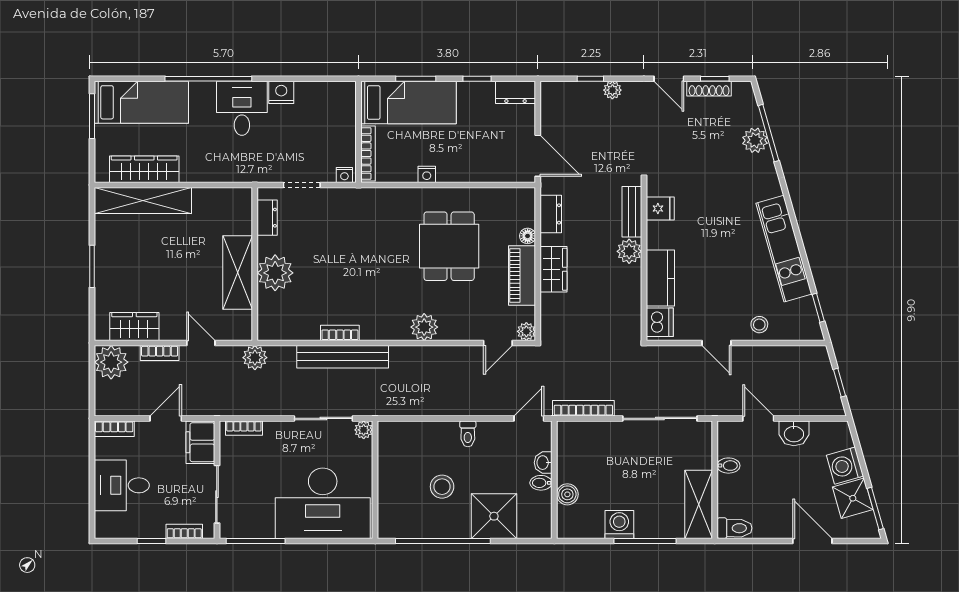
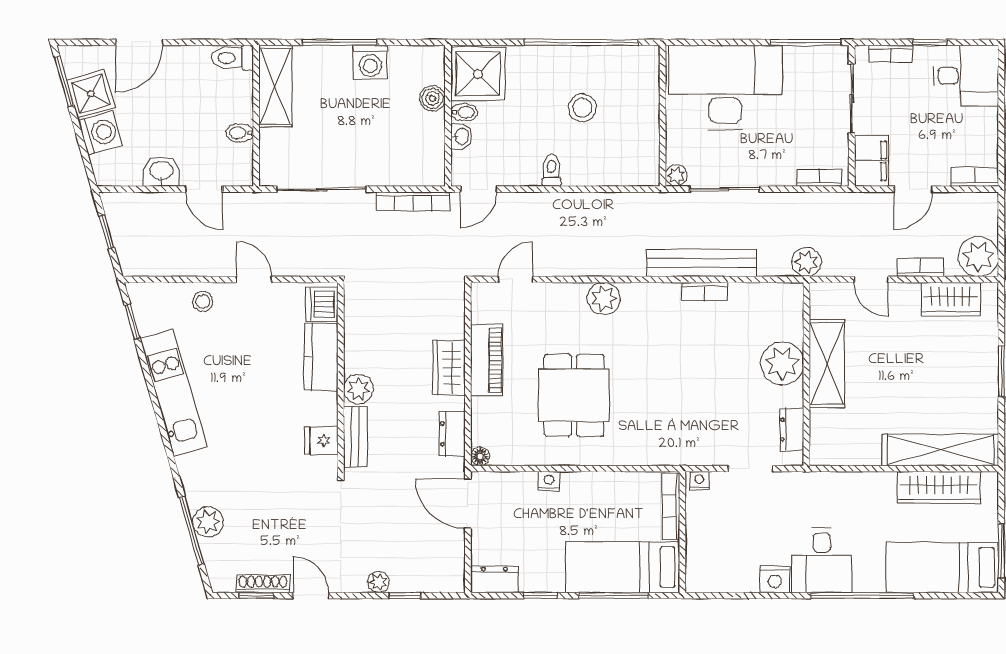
window: (416, 79) -> (614, 596), width x1.44
nightstand: (427, 174) -> (549, 481), moved
floor lamp: (528, 236) -> (480, 456), moved
plant: (526, 331) -> (482, 293), removed
desk: (122, 485) -> (966, 76), moved
shower: (494, 516) -> (478, 74), moved
door: (812, 541) -> (139, 42), hinge flipped

